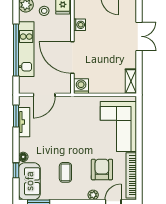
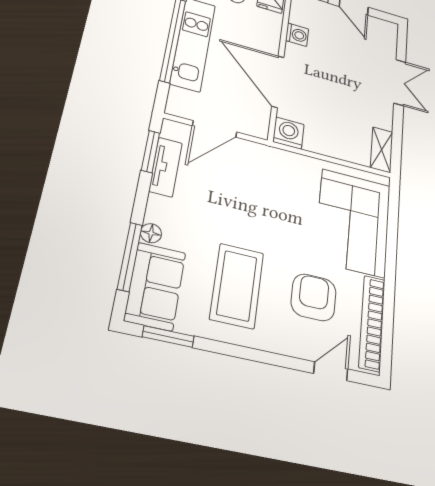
window: (16, 170) -> (130, 257), width x2.17
coffee table: (65, 172) -> (237, 286), width x1.86, depth x1.72
plant: (93, 195) -> (290, 346), removed

